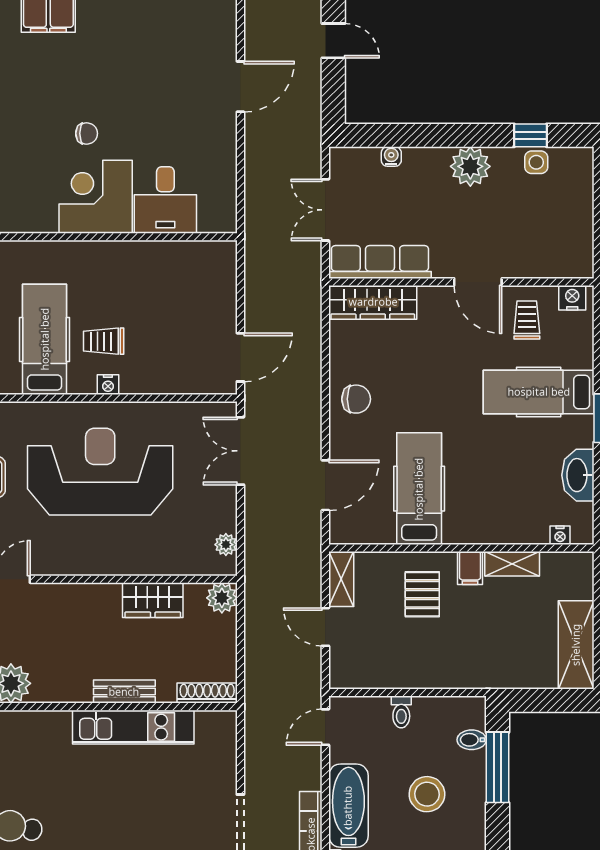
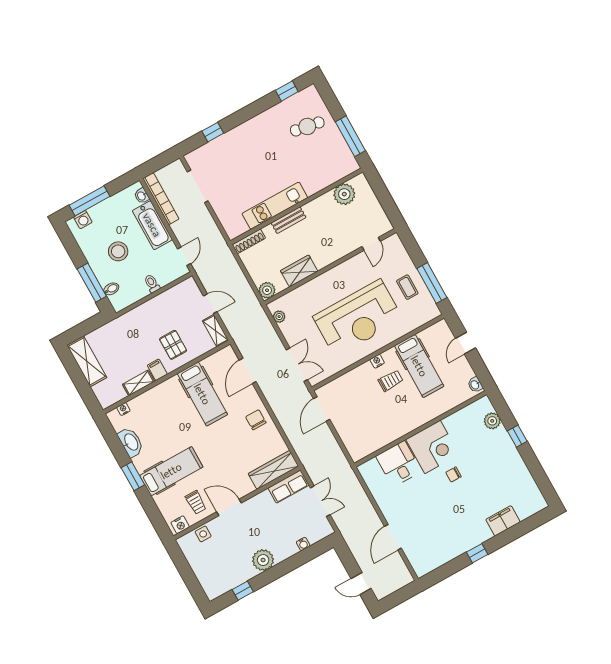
side table: (536, 162) -> (203, 534), moved
row of seats: (380, 262) -> (288, 487), width x0.68
chair: (356, 399) -> (256, 420), turned 90

